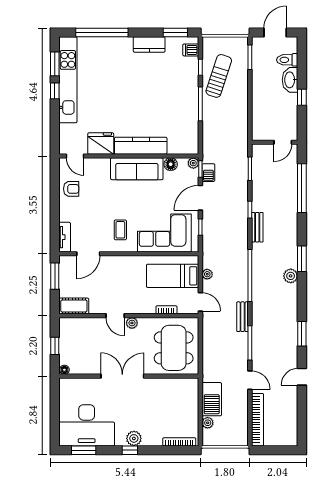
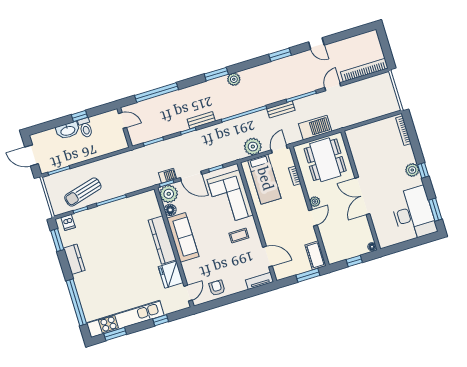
toilet: (287, 60) -> (85, 128), moved
sun lounger: (219, 76) -> (83, 192), turned -33
window: (55, 91) -> (161, 320), moved
plant: (193, 163) -> (169, 194), width x1.88, depth x1.88
plant: (207, 274) -> (253, 147), width x1.88, depth x1.88
window: (55, 276) -> (308, 275), moved
dining table: (174, 348) -> (325, 160), turned 90
barbecue: (212, 399) -> (315, 128), moved
plant: (208, 423) -> (380, 111), removed

